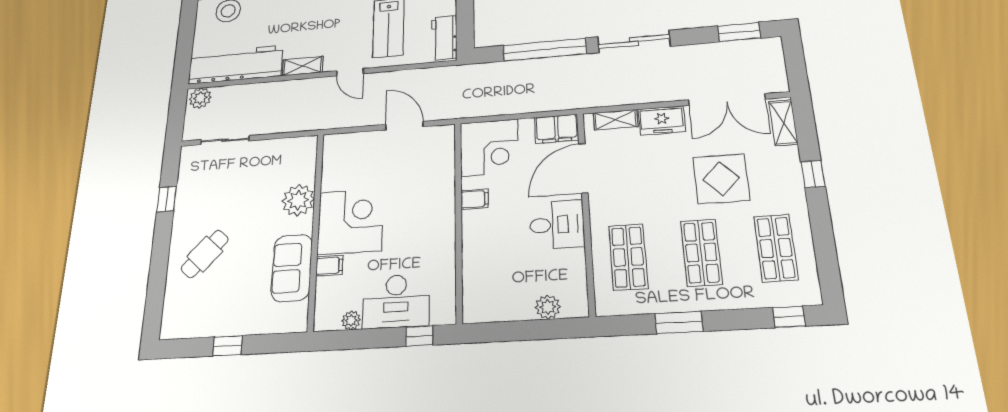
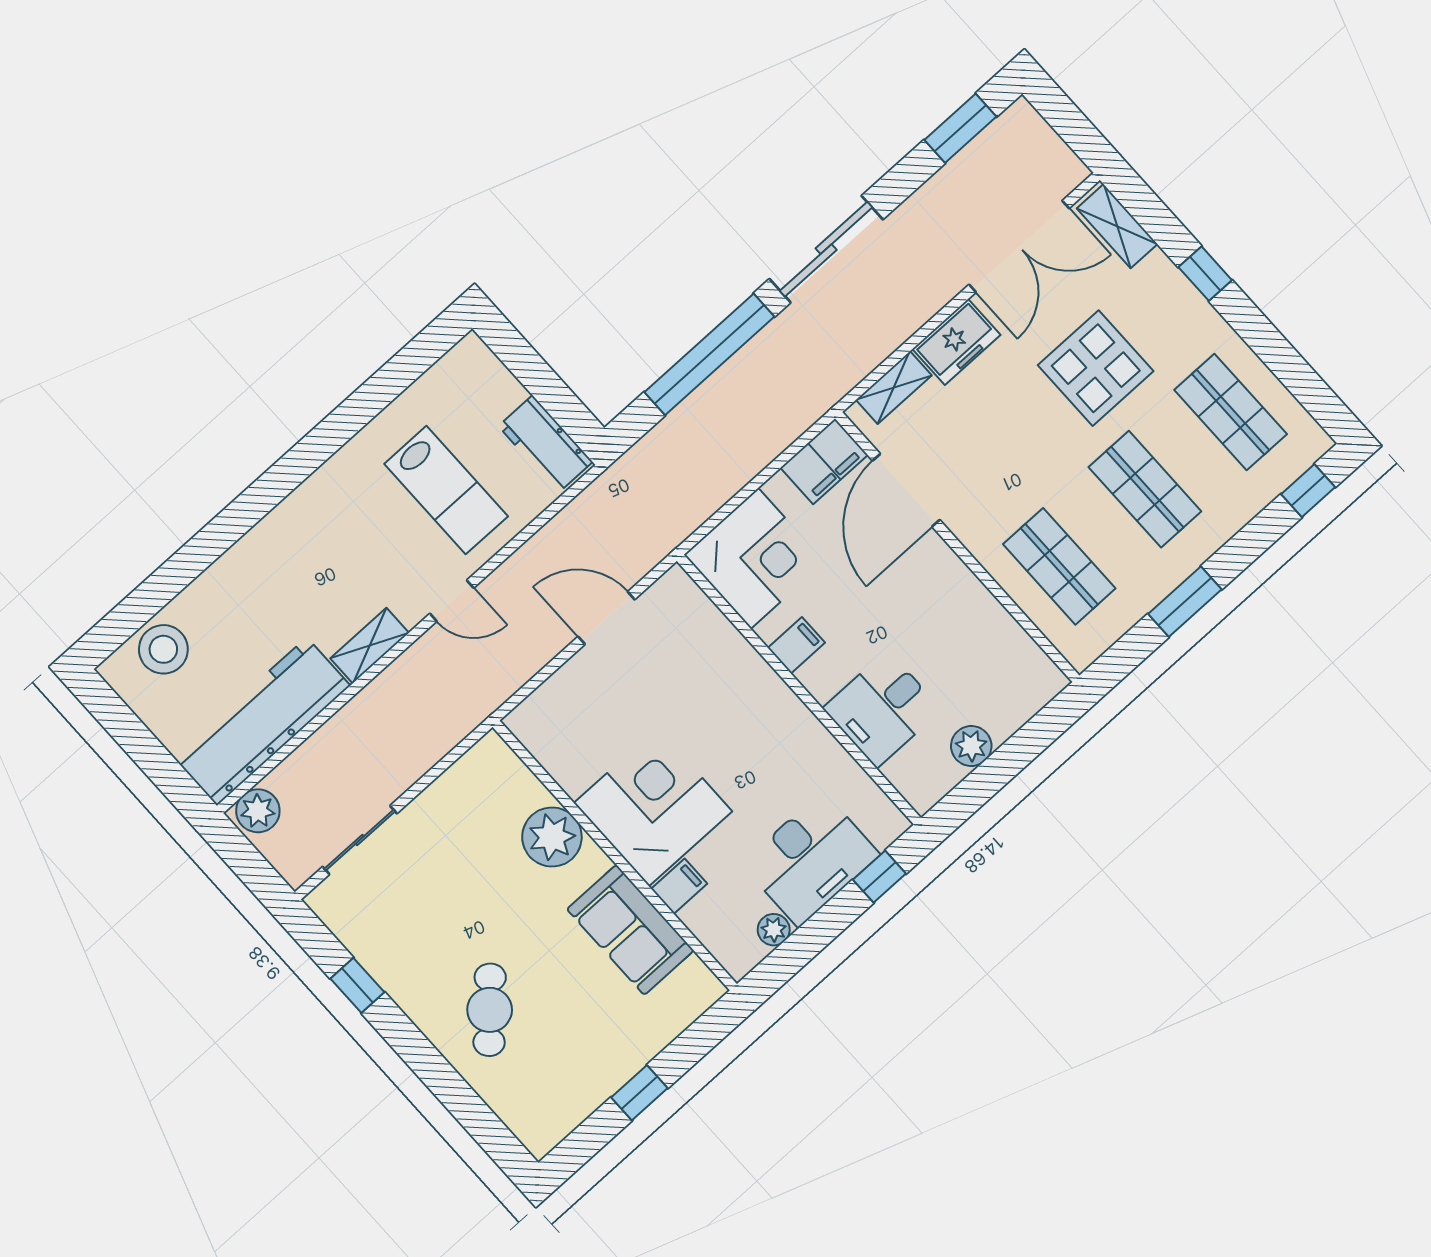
desk: (557, 225) -> (882, 709), moved, turned 180
plant: (548, 307) -> (971, 746), moved

